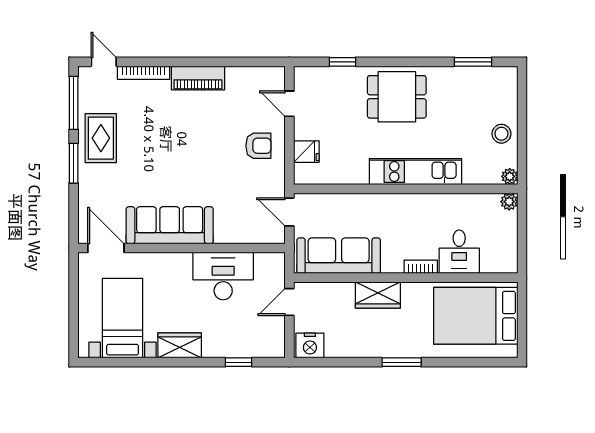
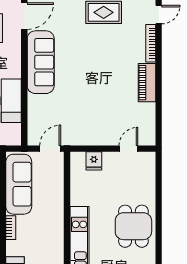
window: (342, 62) -> (159, 187), removed
armchair: (258, 146) -> (98, 126), removed
bookcase: (421, 267) -> (11, 228), moved

